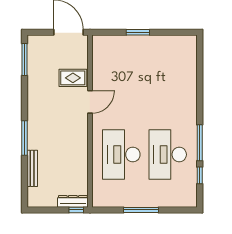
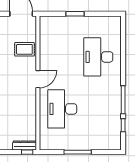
door: (90, 102) -> (38, 79), moved
desk: (168, 155) -> (98, 57), moved

